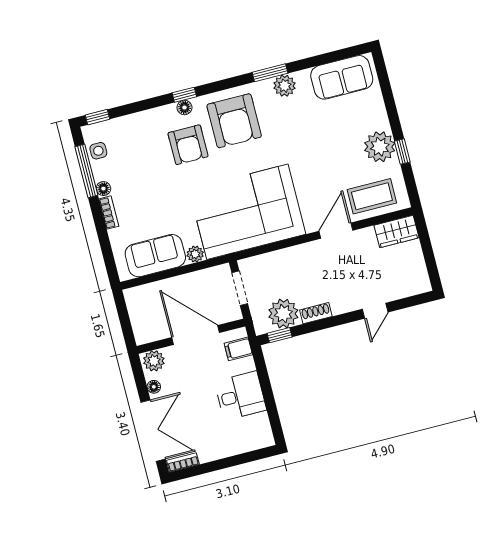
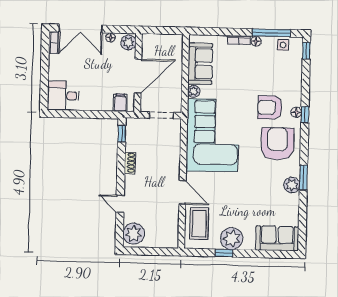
sofa: (342, 77) -> (277, 238), moved, turned 90
armchair: (234, 121) -> (277, 144), turned 90
wardrobe: (396, 231) -> (170, 234), removed
plant: (283, 314) -> (134, 234), moved
desk: (240, 396) -> (63, 96), moved, turned 90

